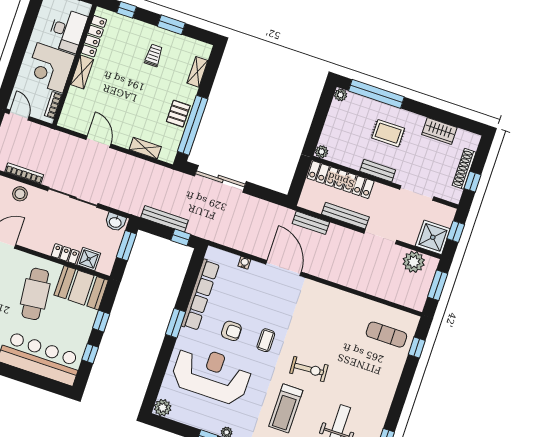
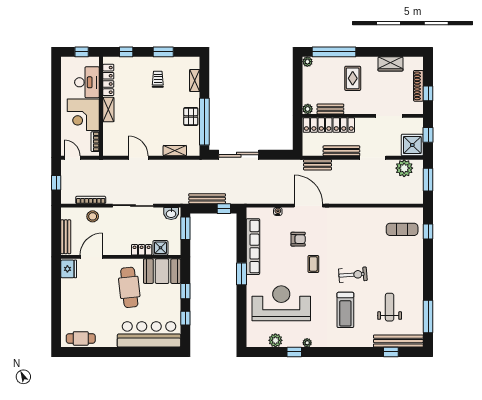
rug: (388, 133) -> (353, 78), turned 90
bench: (378, 171) -> (330, 109), moved
armchair: (231, 331) -> (298, 239), moved
plant: (163, 408) -> (275, 340), moved

